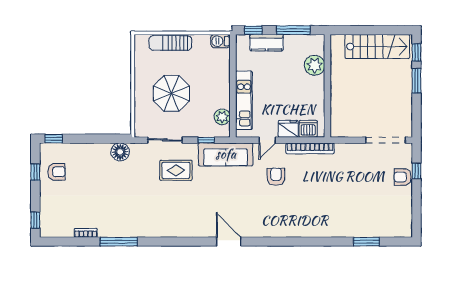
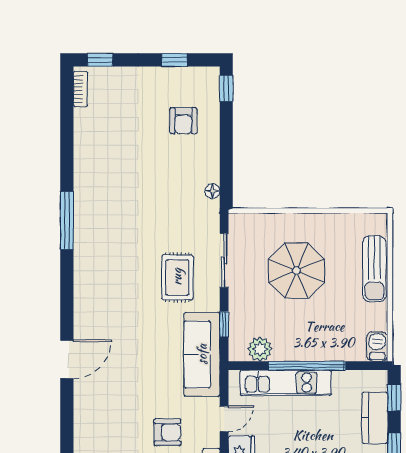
sun lounger: (170, 43) -> (374, 269), turned 180
window: (233, 87) -> (307, 366), added
door: (267, 140) -> (224, 419), swing flipped
floor lamp: (120, 152) -> (212, 191), width x0.53, depth x0.53
armchair: (56, 172) -> (183, 121), moved
bookcase: (86, 233) -> (80, 89), moved
window: (119, 242) -> (67, 220), moved

